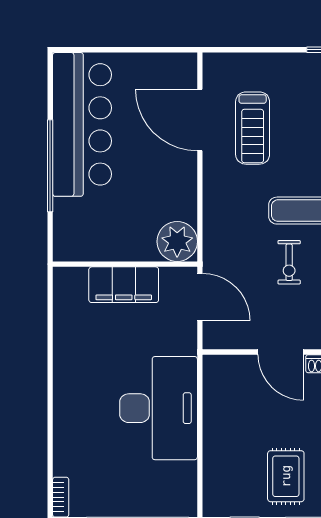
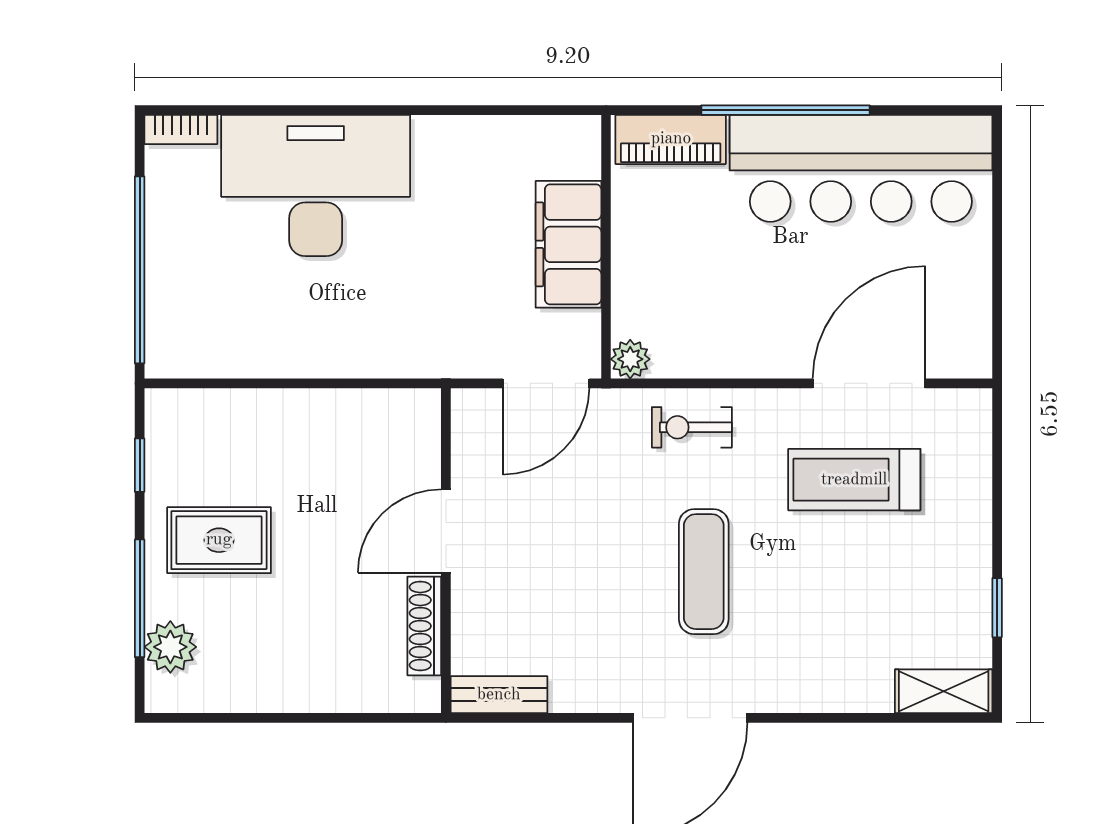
piano: (66, 229) -> (671, 139), added
plant: (177, 241) -> (630, 359), width x0.53, depth x0.53
exercise bike: (289, 262) -> (692, 427), moved
desk: (159, 408) -> (316, 185), moved, turned 180

